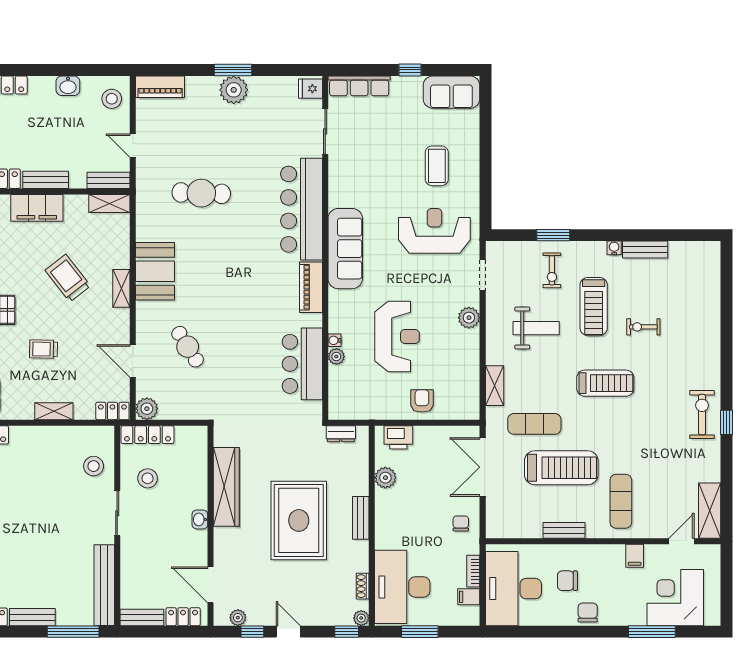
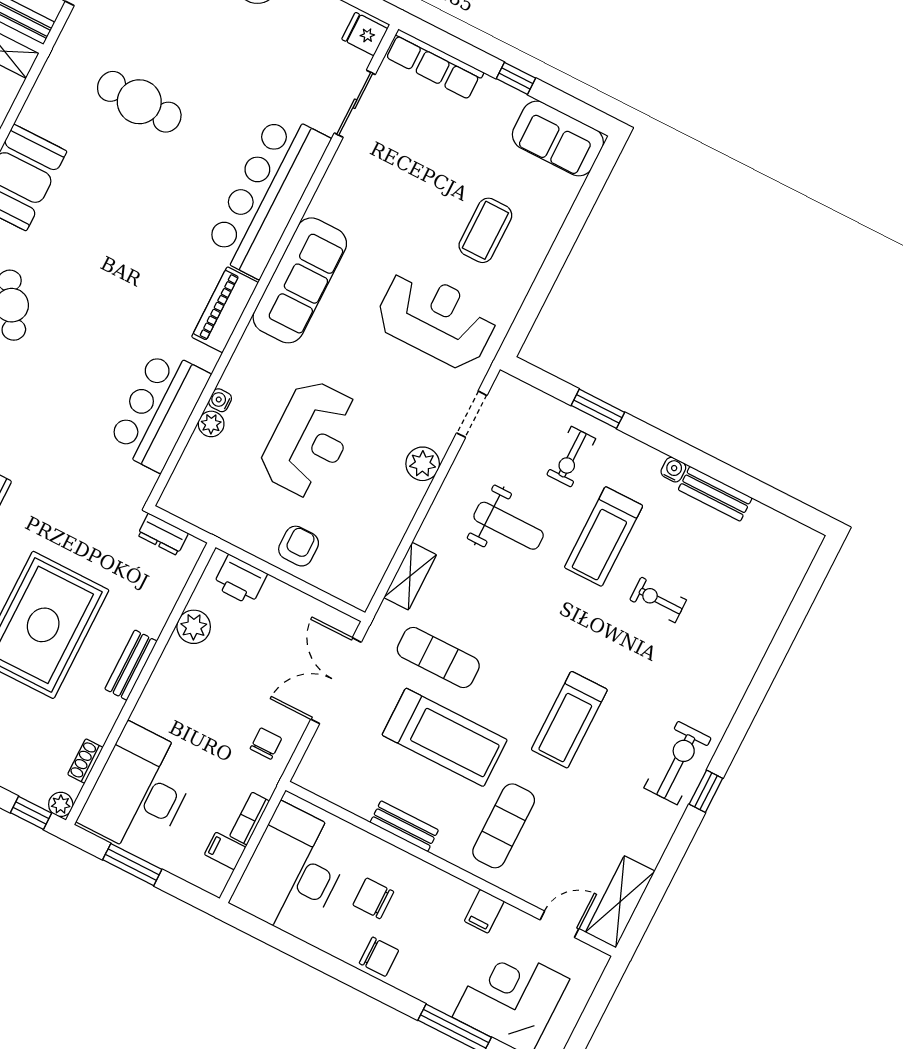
treadmill: (605, 383) -> (569, 720), moved, turned 90
chair: (588, 612) -> (379, 957), turned 90

